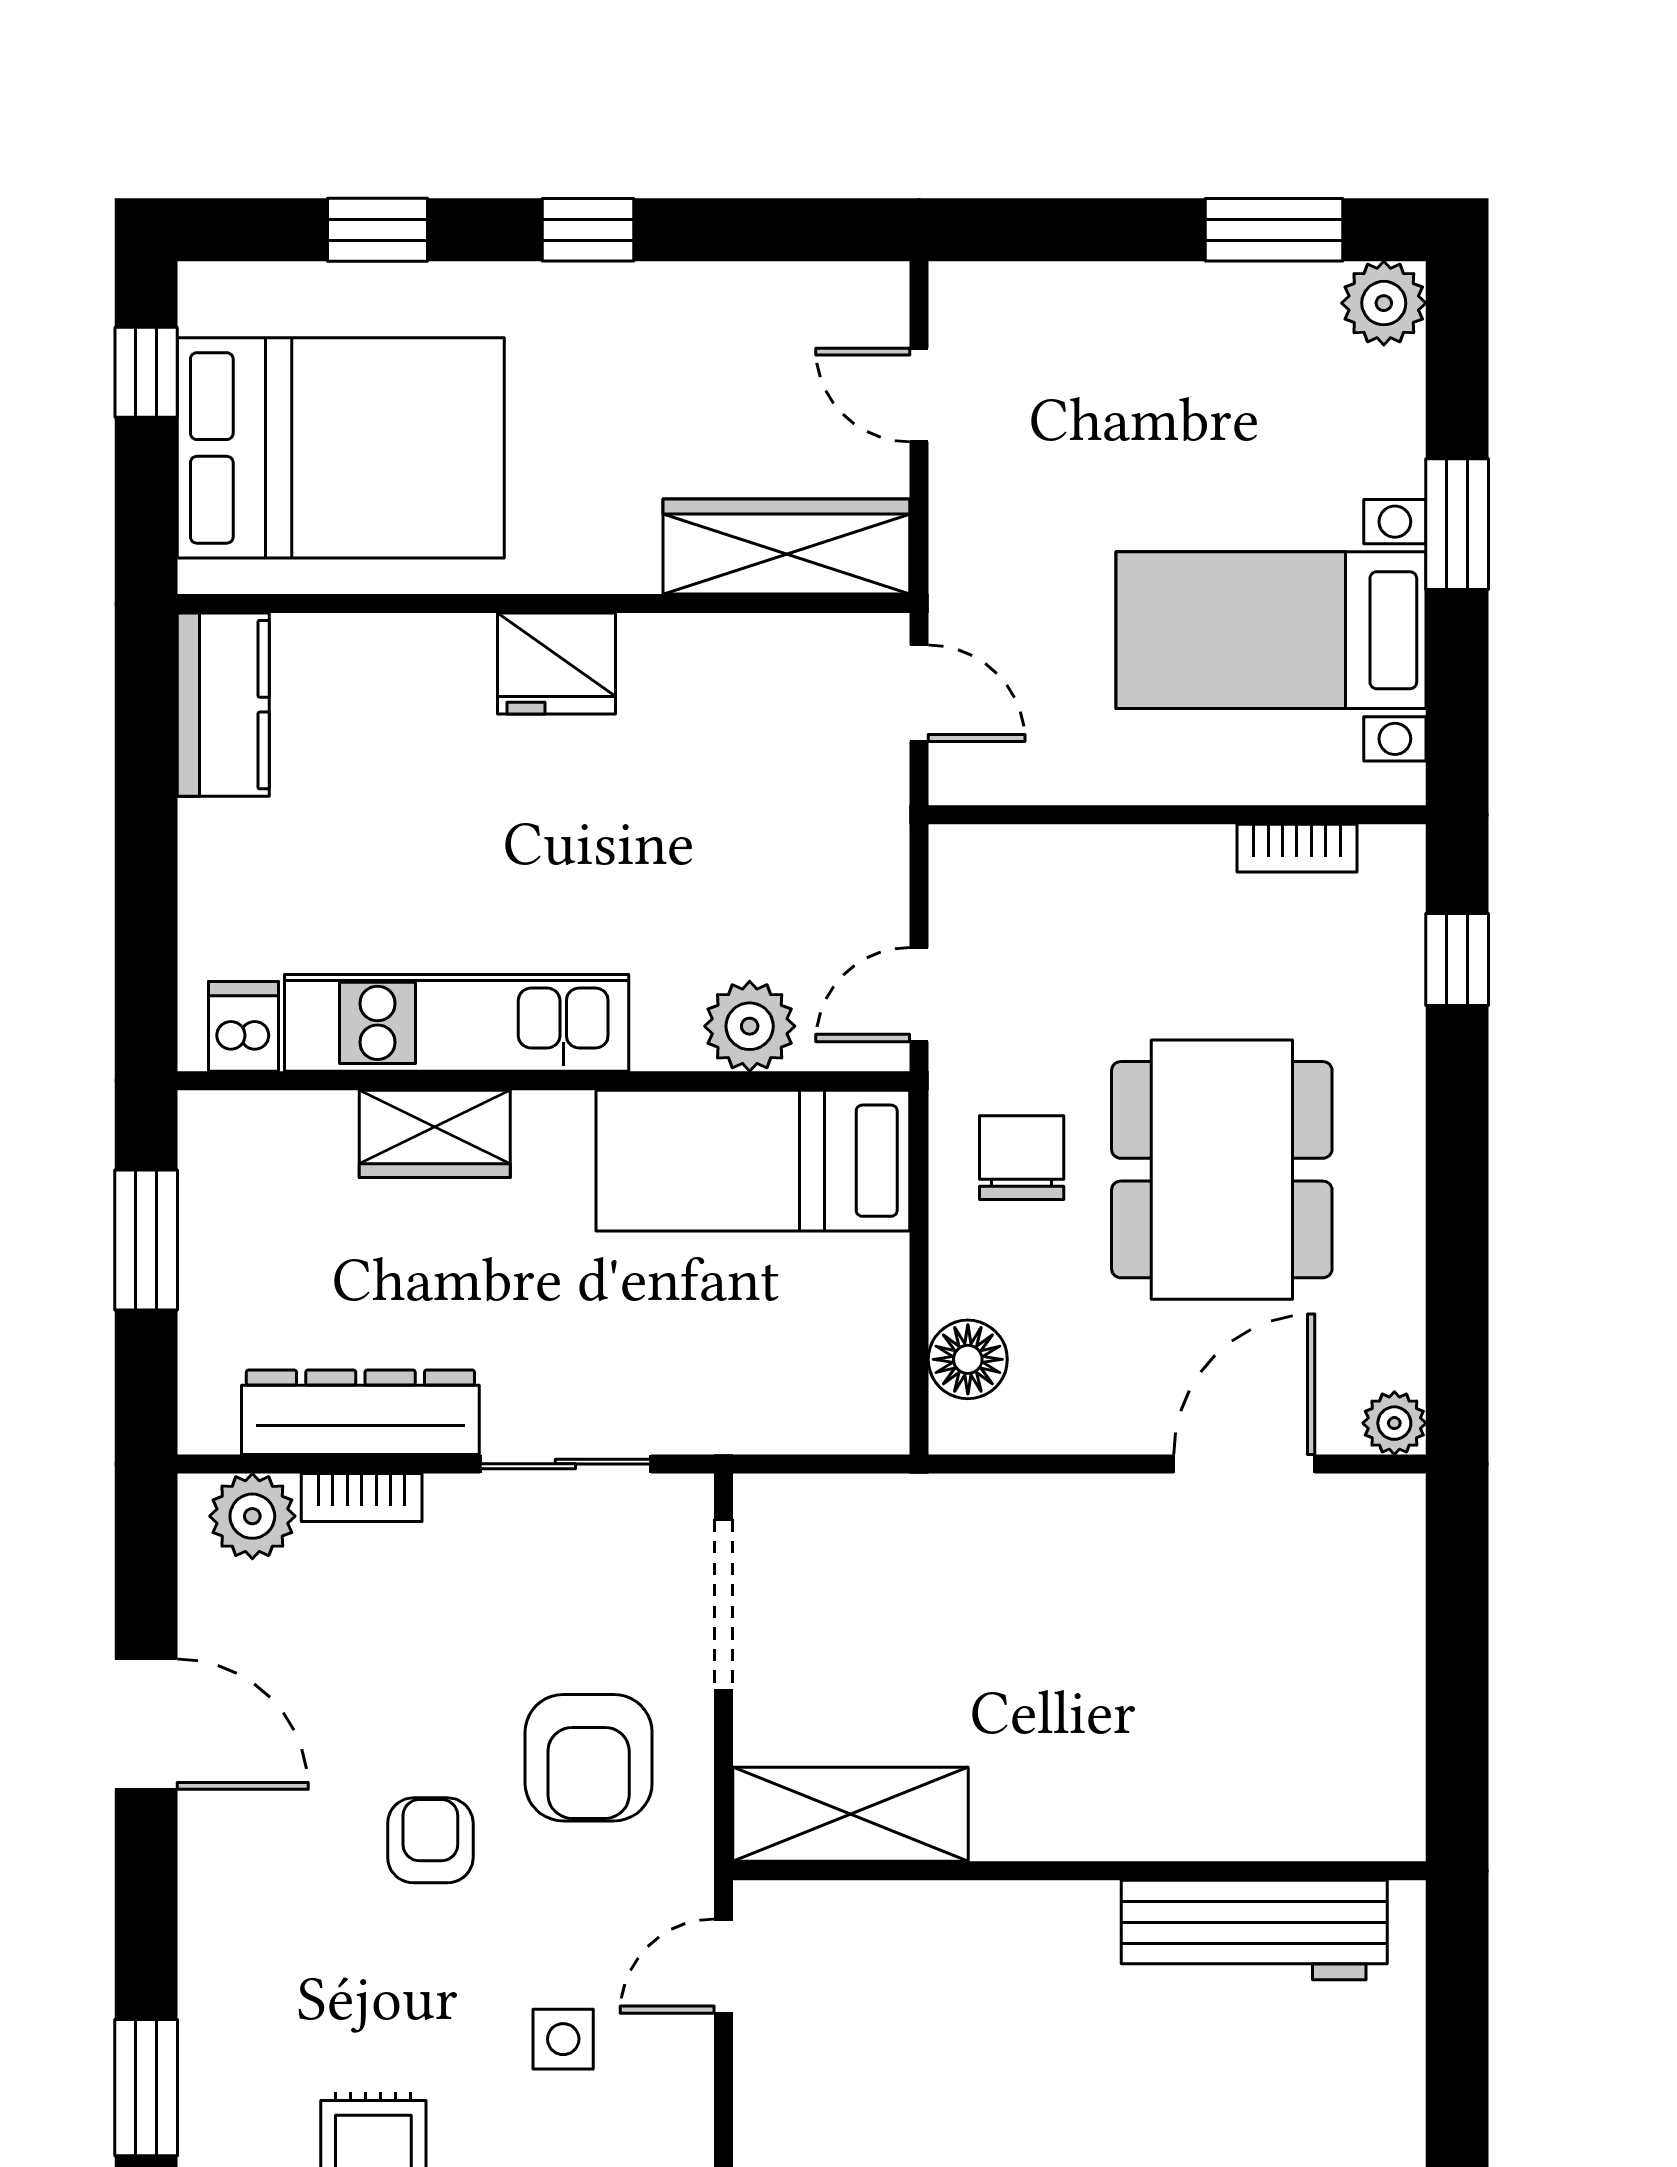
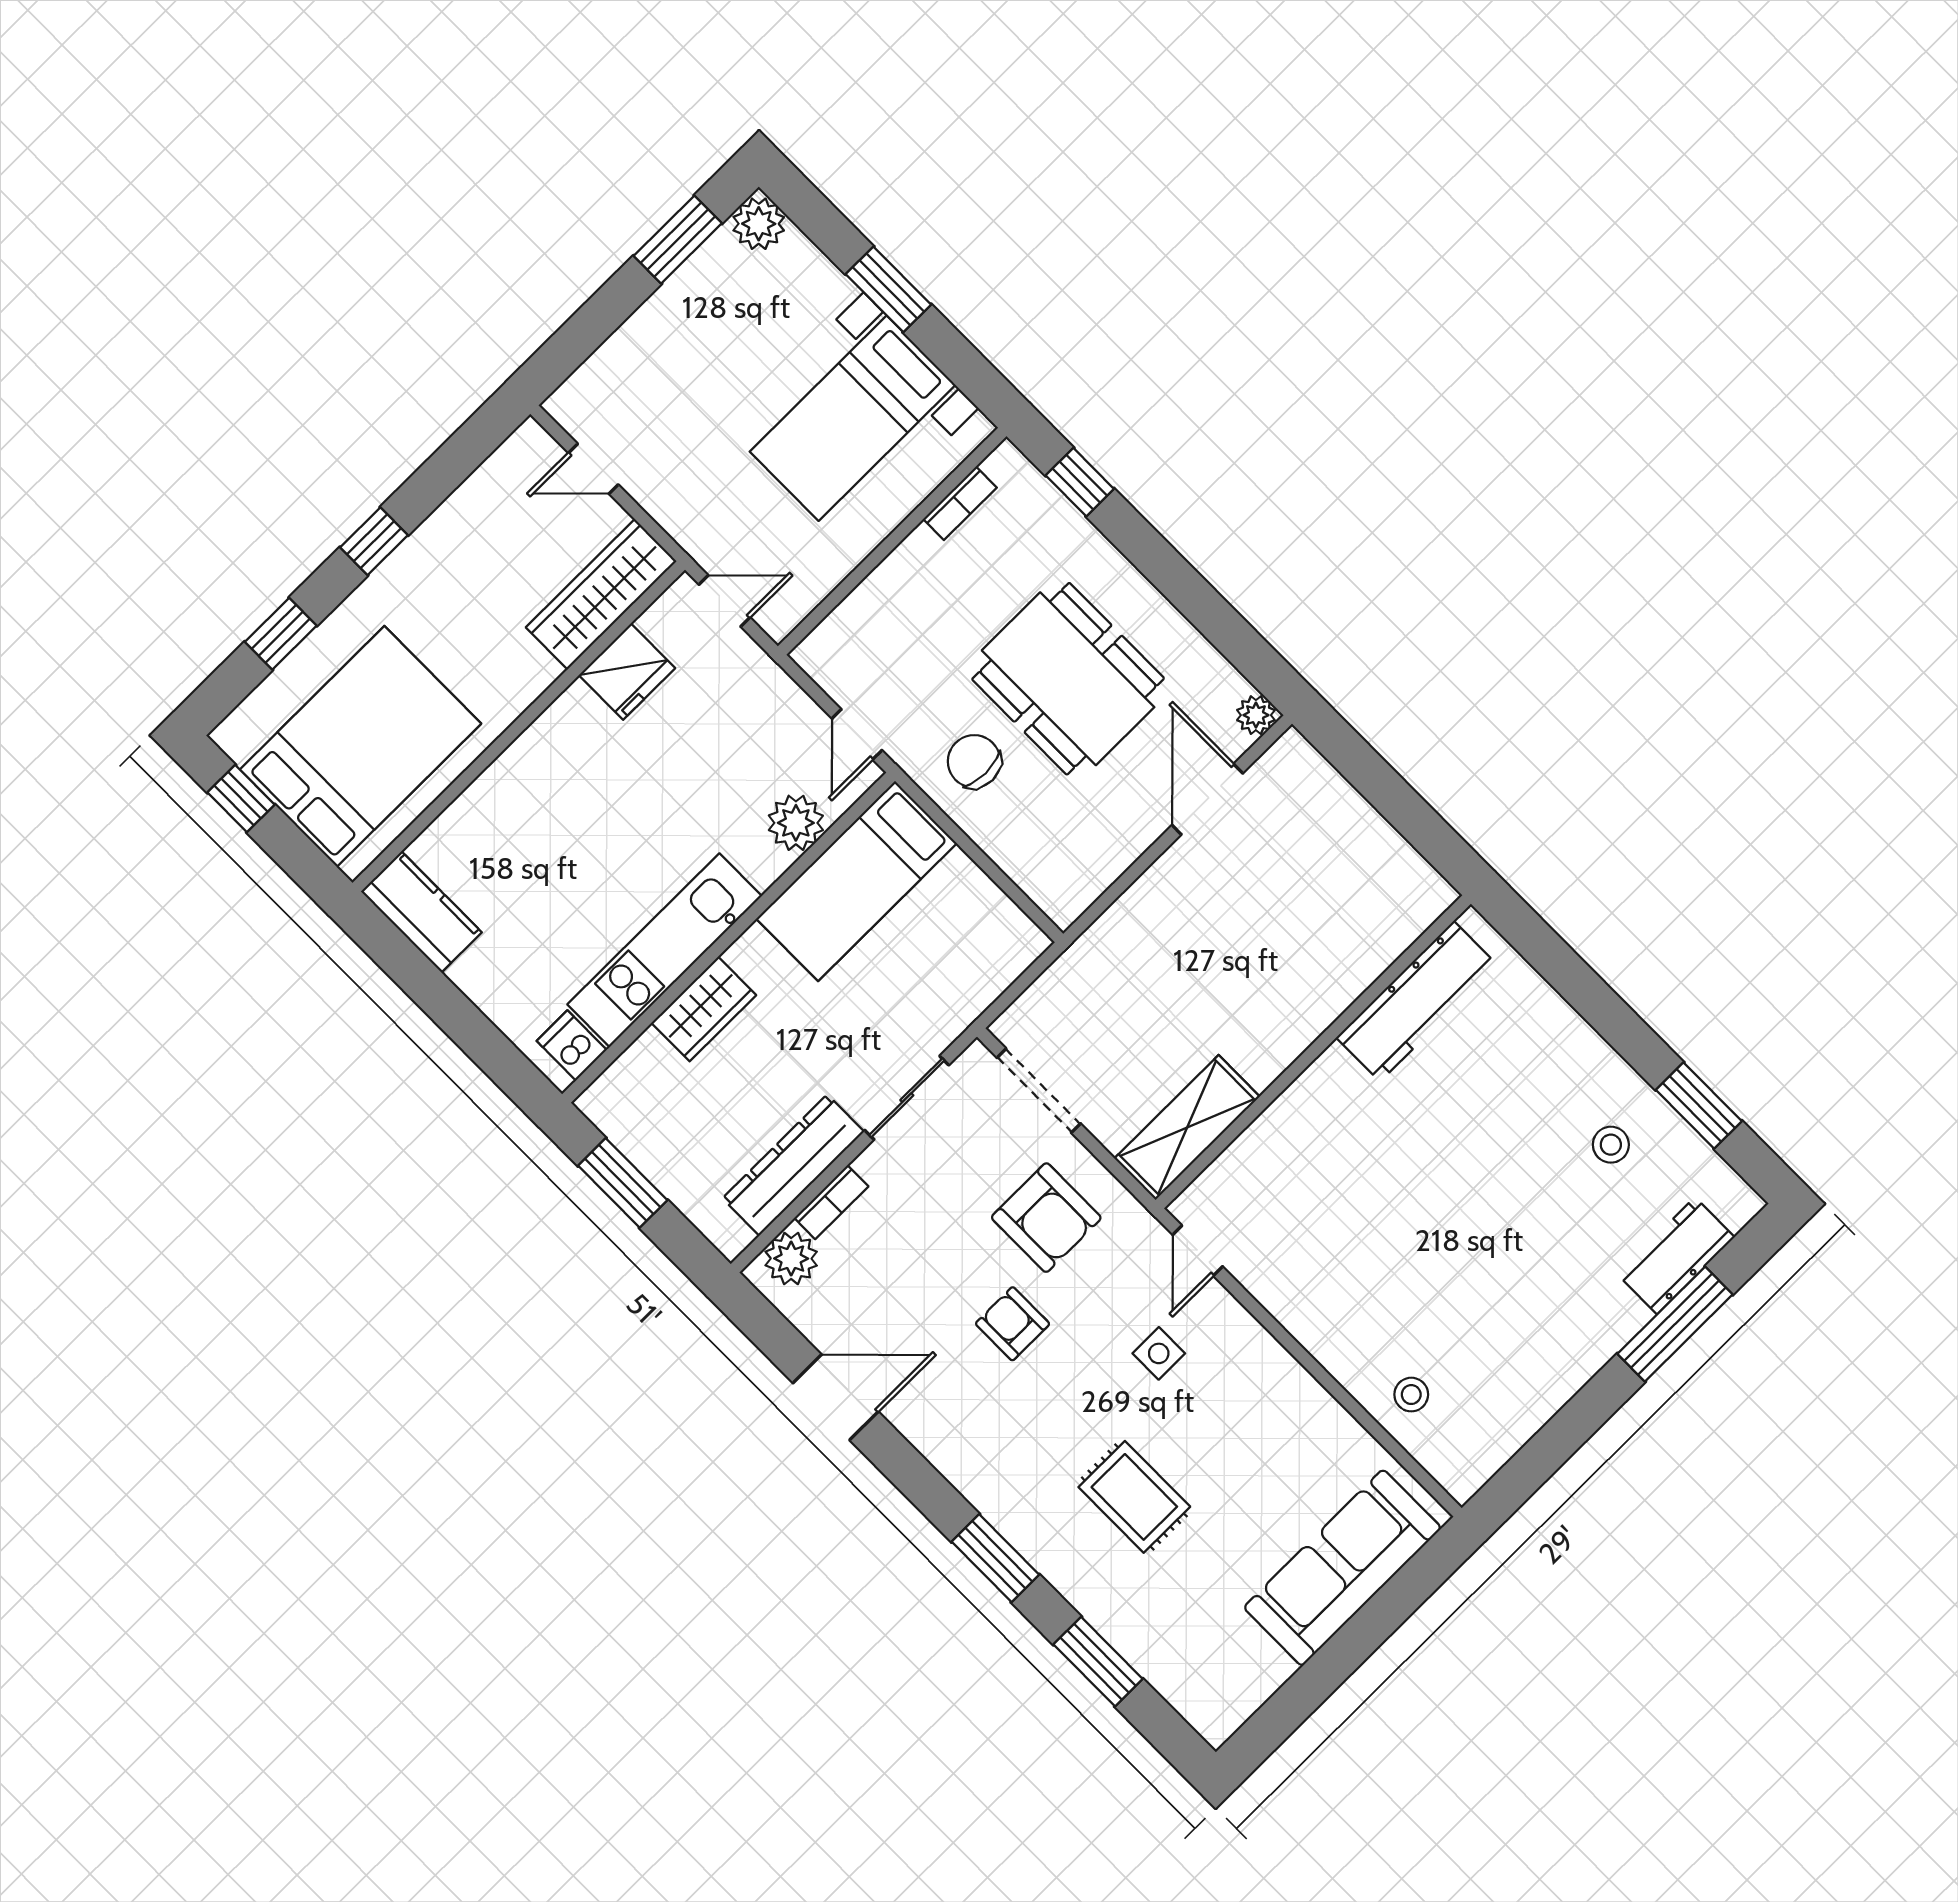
fridge: (557, 664) -> (627, 672), moved
floor lamp: (968, 1359) -> (1039, 874), removed

